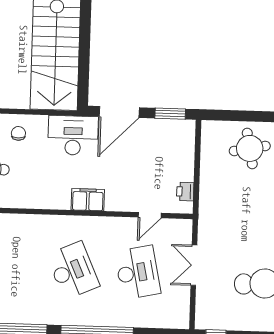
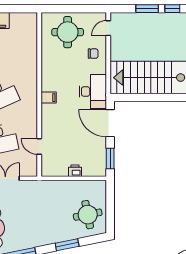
printer: (185, 192) -> (75, 171), moved
filing cabinet: (88, 200) -> (49, 98), width x0.50

